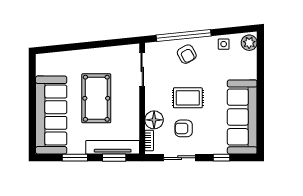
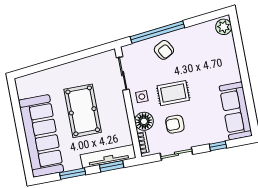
side table: (224, 44) -> (142, 97), moved
sofa: (242, 117) -> (236, 111), width x0.74, depth x0.79

